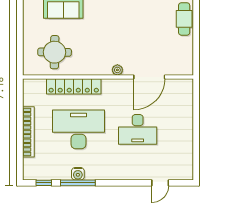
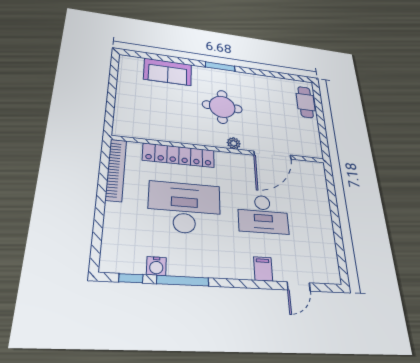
round table: (55, 52) -> (222, 107), moved
bookcase: (28, 132) -> (116, 170), moved
filing cabinet: (135, 172) -> (263, 269), added
water cooler: (78, 174) -> (156, 266), moved

